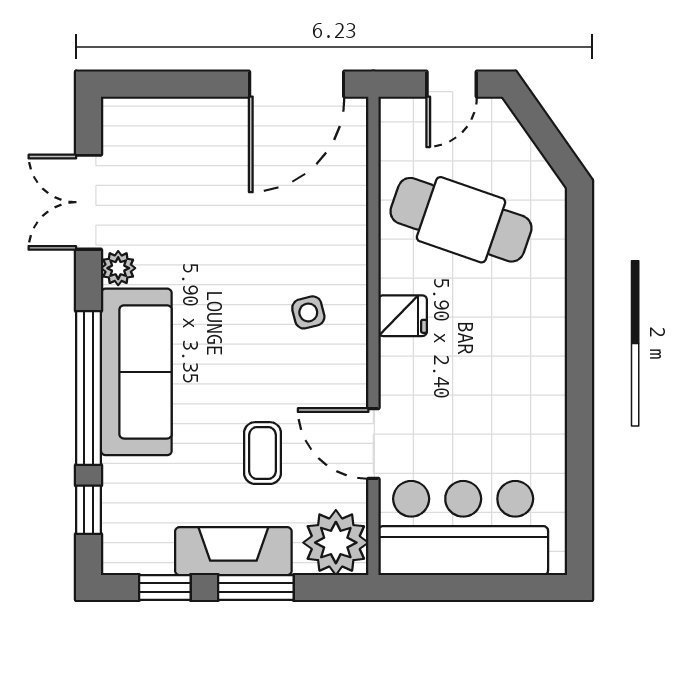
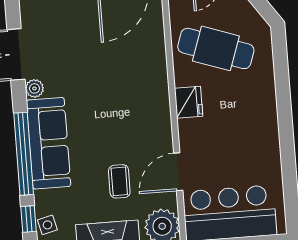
side table: (308, 312) -> (47, 225), moved
fridge: (403, 316) -> (189, 102), width x1.38
door: (373, 443) -> (178, 172), hinge flipped

